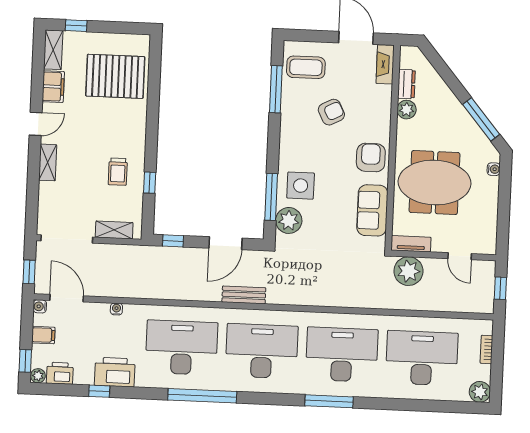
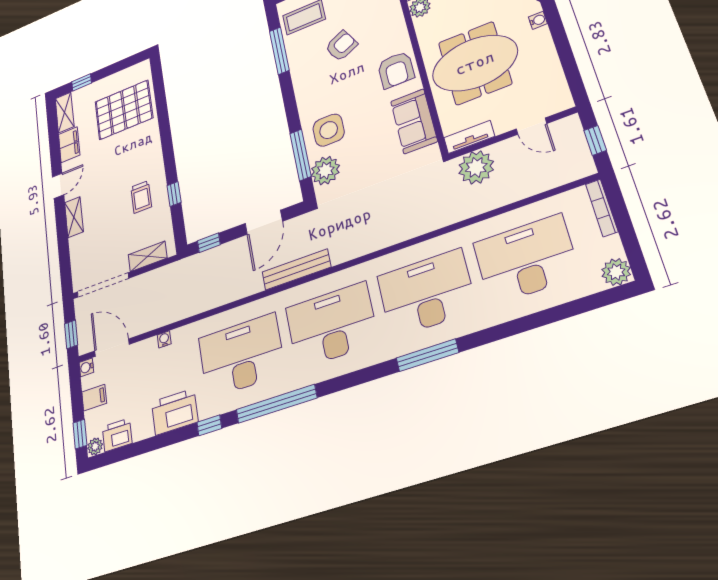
armchair: (371, 157) -> (396, 70), turned 180
bench: (244, 295) -> (296, 269), width x1.36
bookcase: (486, 349) -> (602, 208), width x1.56
window: (99, 391) -> (209, 425), moved

